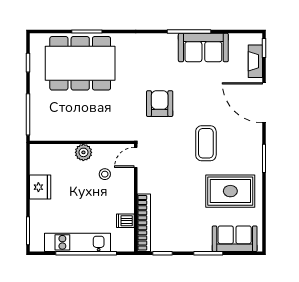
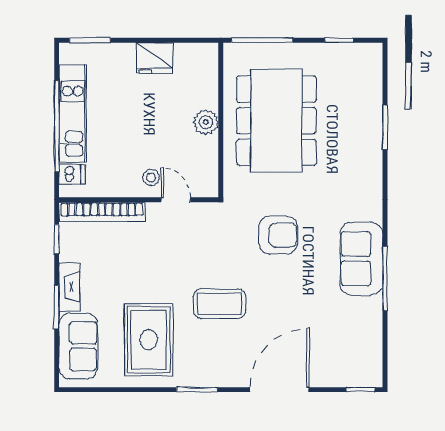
sofa: (203, 47) -> (361, 259), moved
fireplace: (255, 61) -> (69, 287), moved, turned 90
dining table: (80, 63) -> (276, 121), moved
door: (136, 157) -> (176, 200), moved
stool: (105, 174) -> (151, 177), moved
dishwasher: (125, 221) -> (72, 174), moved, turned 90

